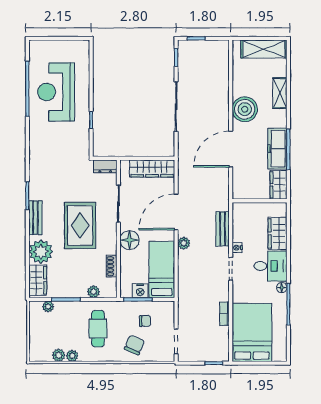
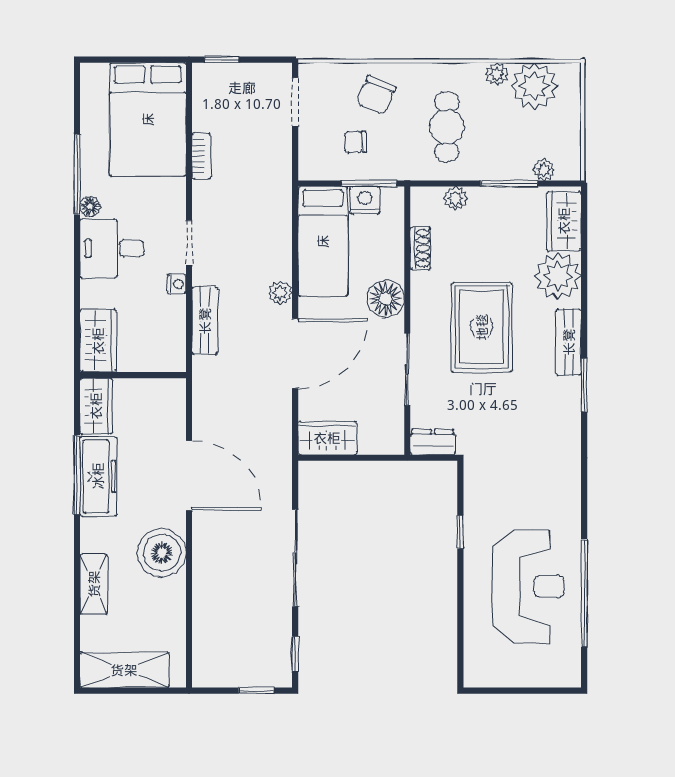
door: (231, 149) -> (189, 475), hinge flipped
wardrobe: (152, 168) -> (327, 438), width x0.67
wardrobe: (277, 233) -> (98, 341), moved
plant: (59, 355) -> (534, 86), width x1.87, depth x1.87

